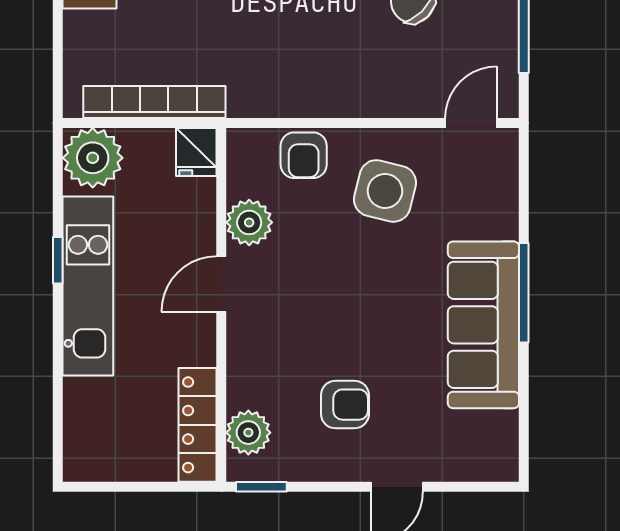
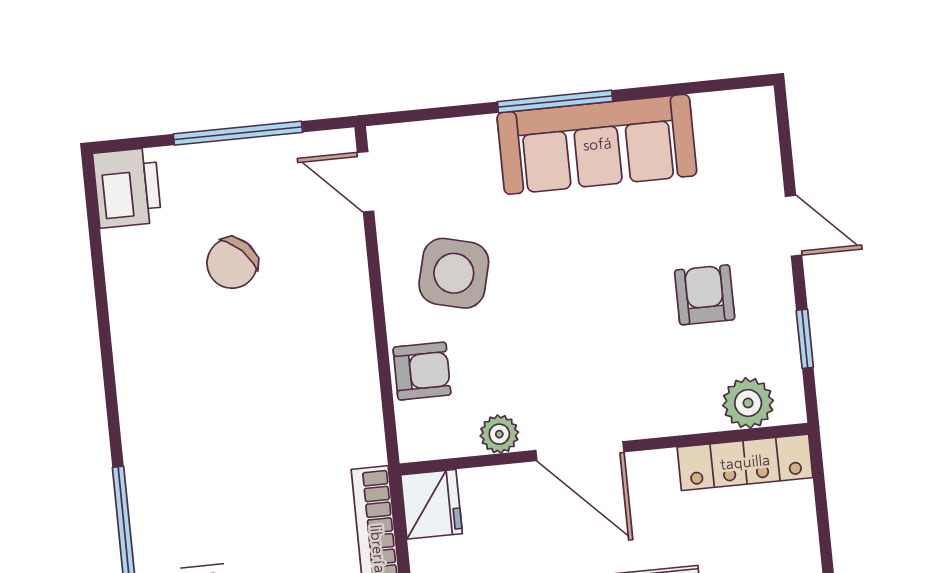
fridge: (196, 152) -> (431, 504), width x1.38
plant: (249, 222) -> (499, 434), width x0.73, depth x0.73
door: (221, 284) -> (580, 451), width x1.38
window: (261, 487) -> (805, 339), moved

